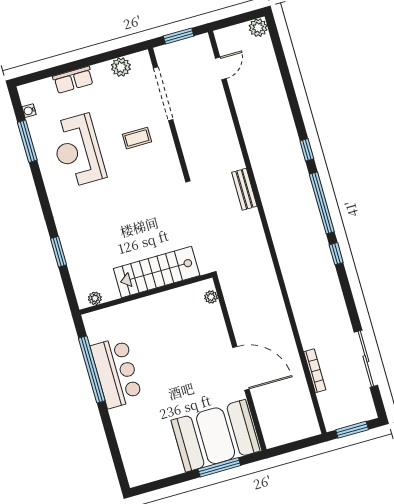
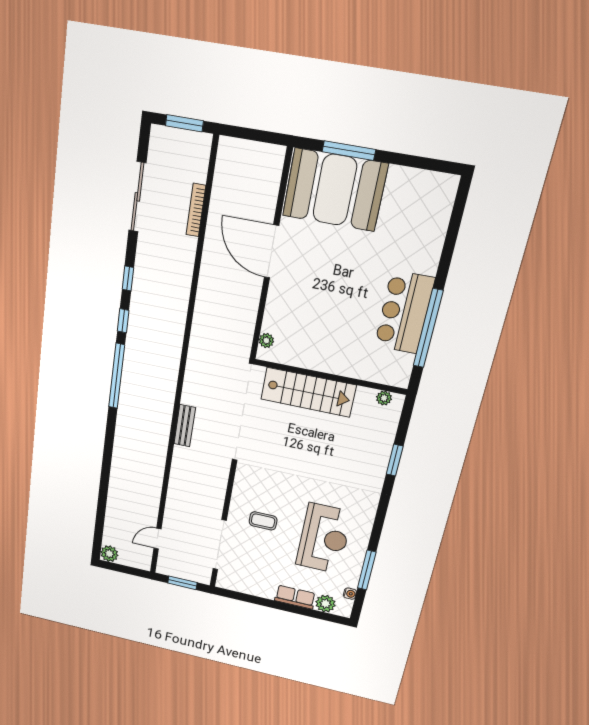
plant: (121, 67) -> (325, 604), moved
window: (307, 150) -> (128, 278), moved

